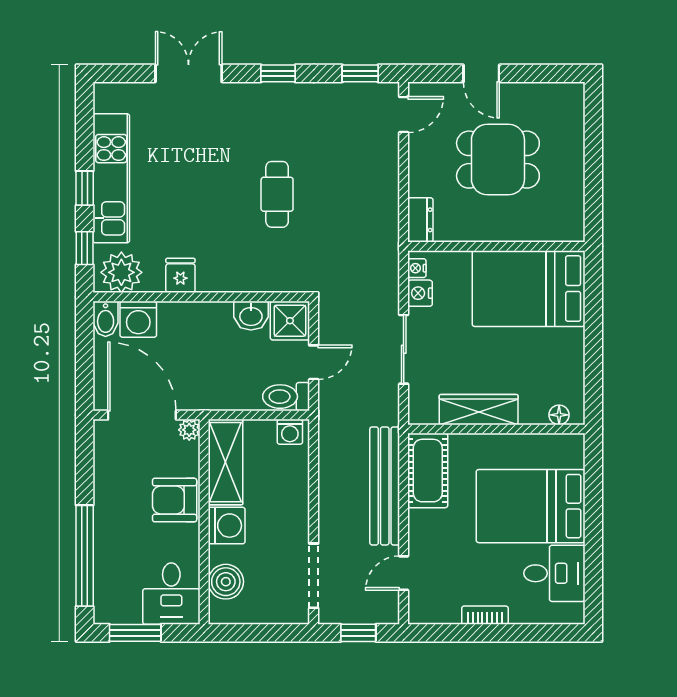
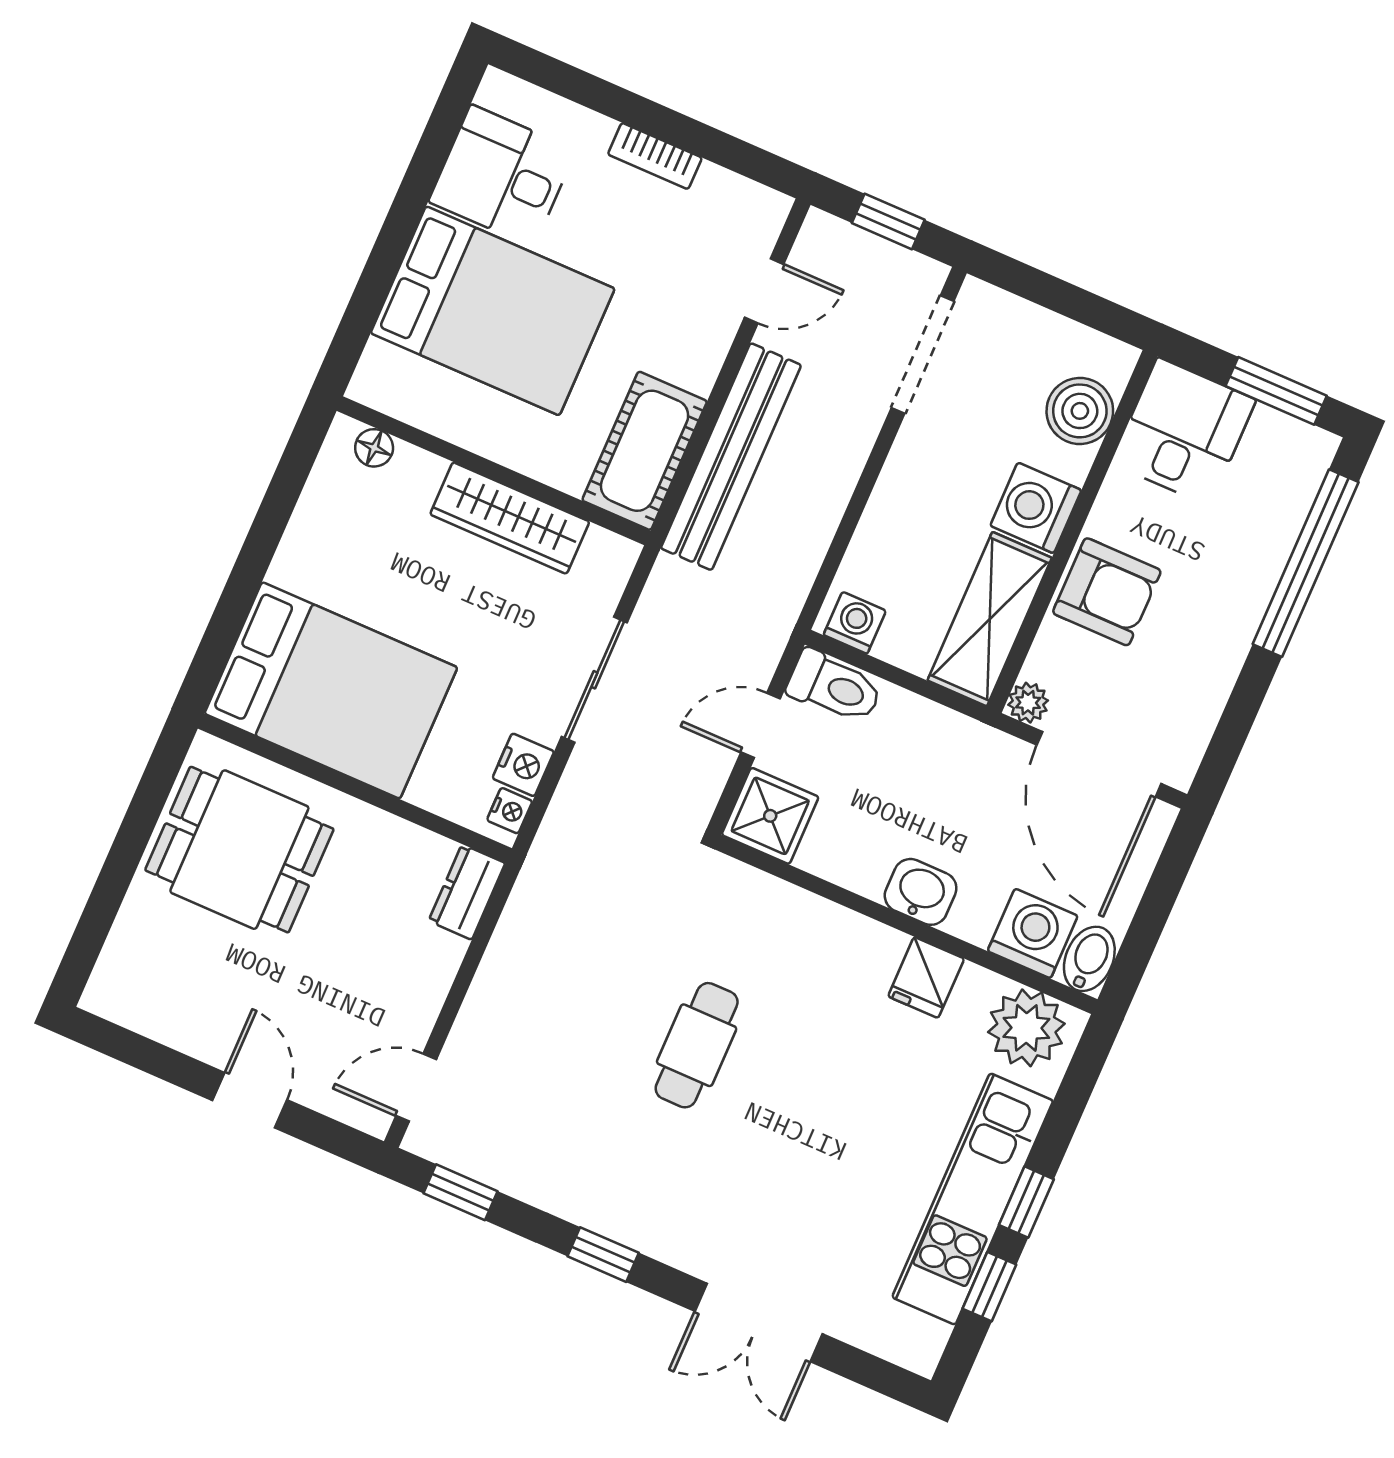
dining table: (498, 160) -> (239, 850), moved
window: (85, 248) -> (989, 1287), moved
washbasin: (251, 316) -> (921, 892), moved

